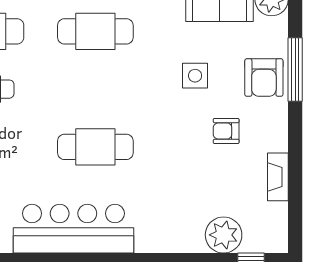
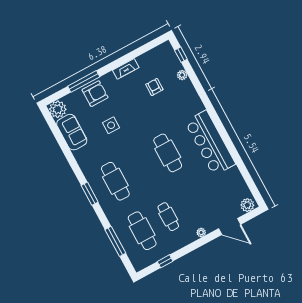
armchair: (226, 131) -> (154, 87), moved, turned 180
fireplace: (278, 177) -> (126, 69), moved
plant: (224, 235) -> (182, 75), width x0.53, depth x0.53

